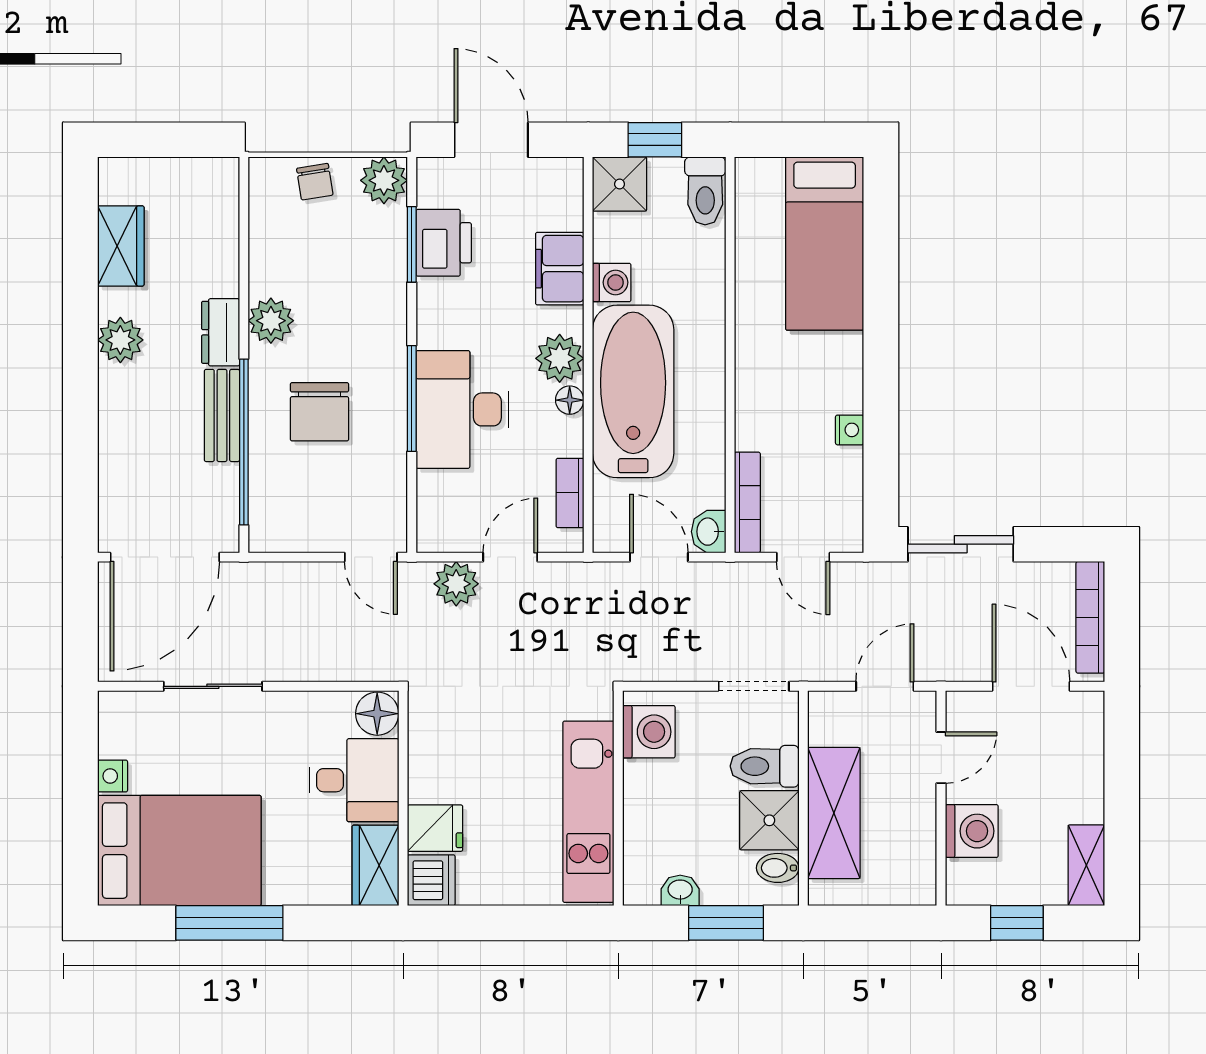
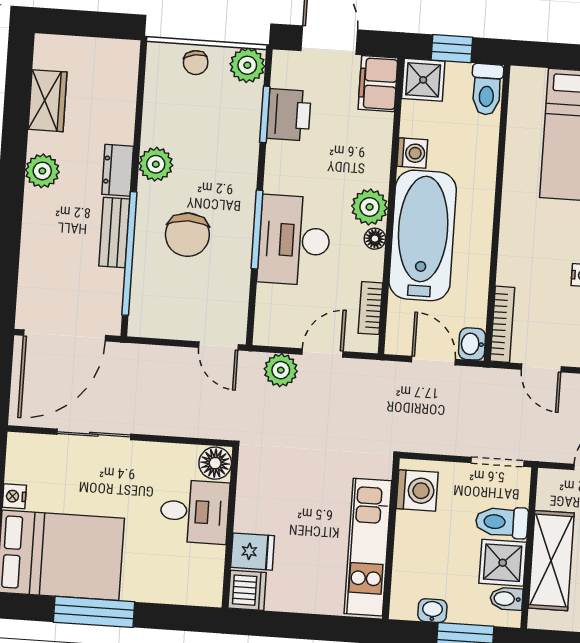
filing cabinet: (560, 269) -> (378, 84), moved
wardrobe: (375, 865) -> (206, 576), removed

